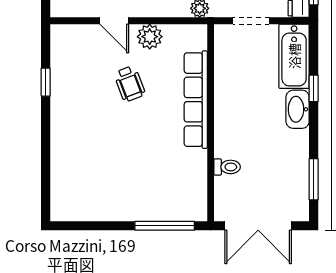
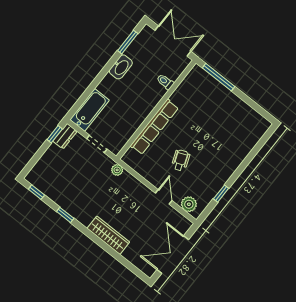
plant: (150, 37) -> (189, 204), moved
window: (314, 88) -> (92, 87), removed
washbasin: (298, 109) -> (121, 67), moved

